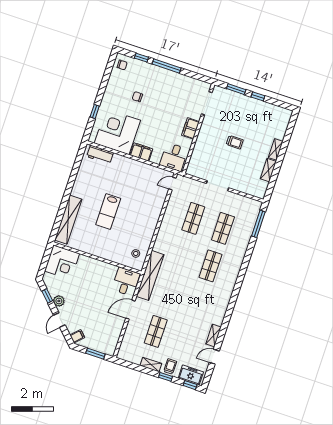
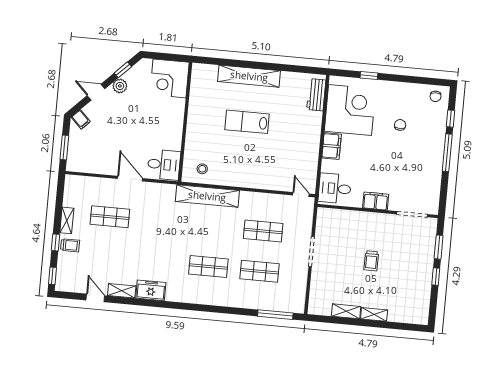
shelving: (68, 220) -> (249, 76), moved
shelving: (150, 275) -> (207, 196), moved
freezer: (191, 375) -> (151, 290), moved, turned -90

